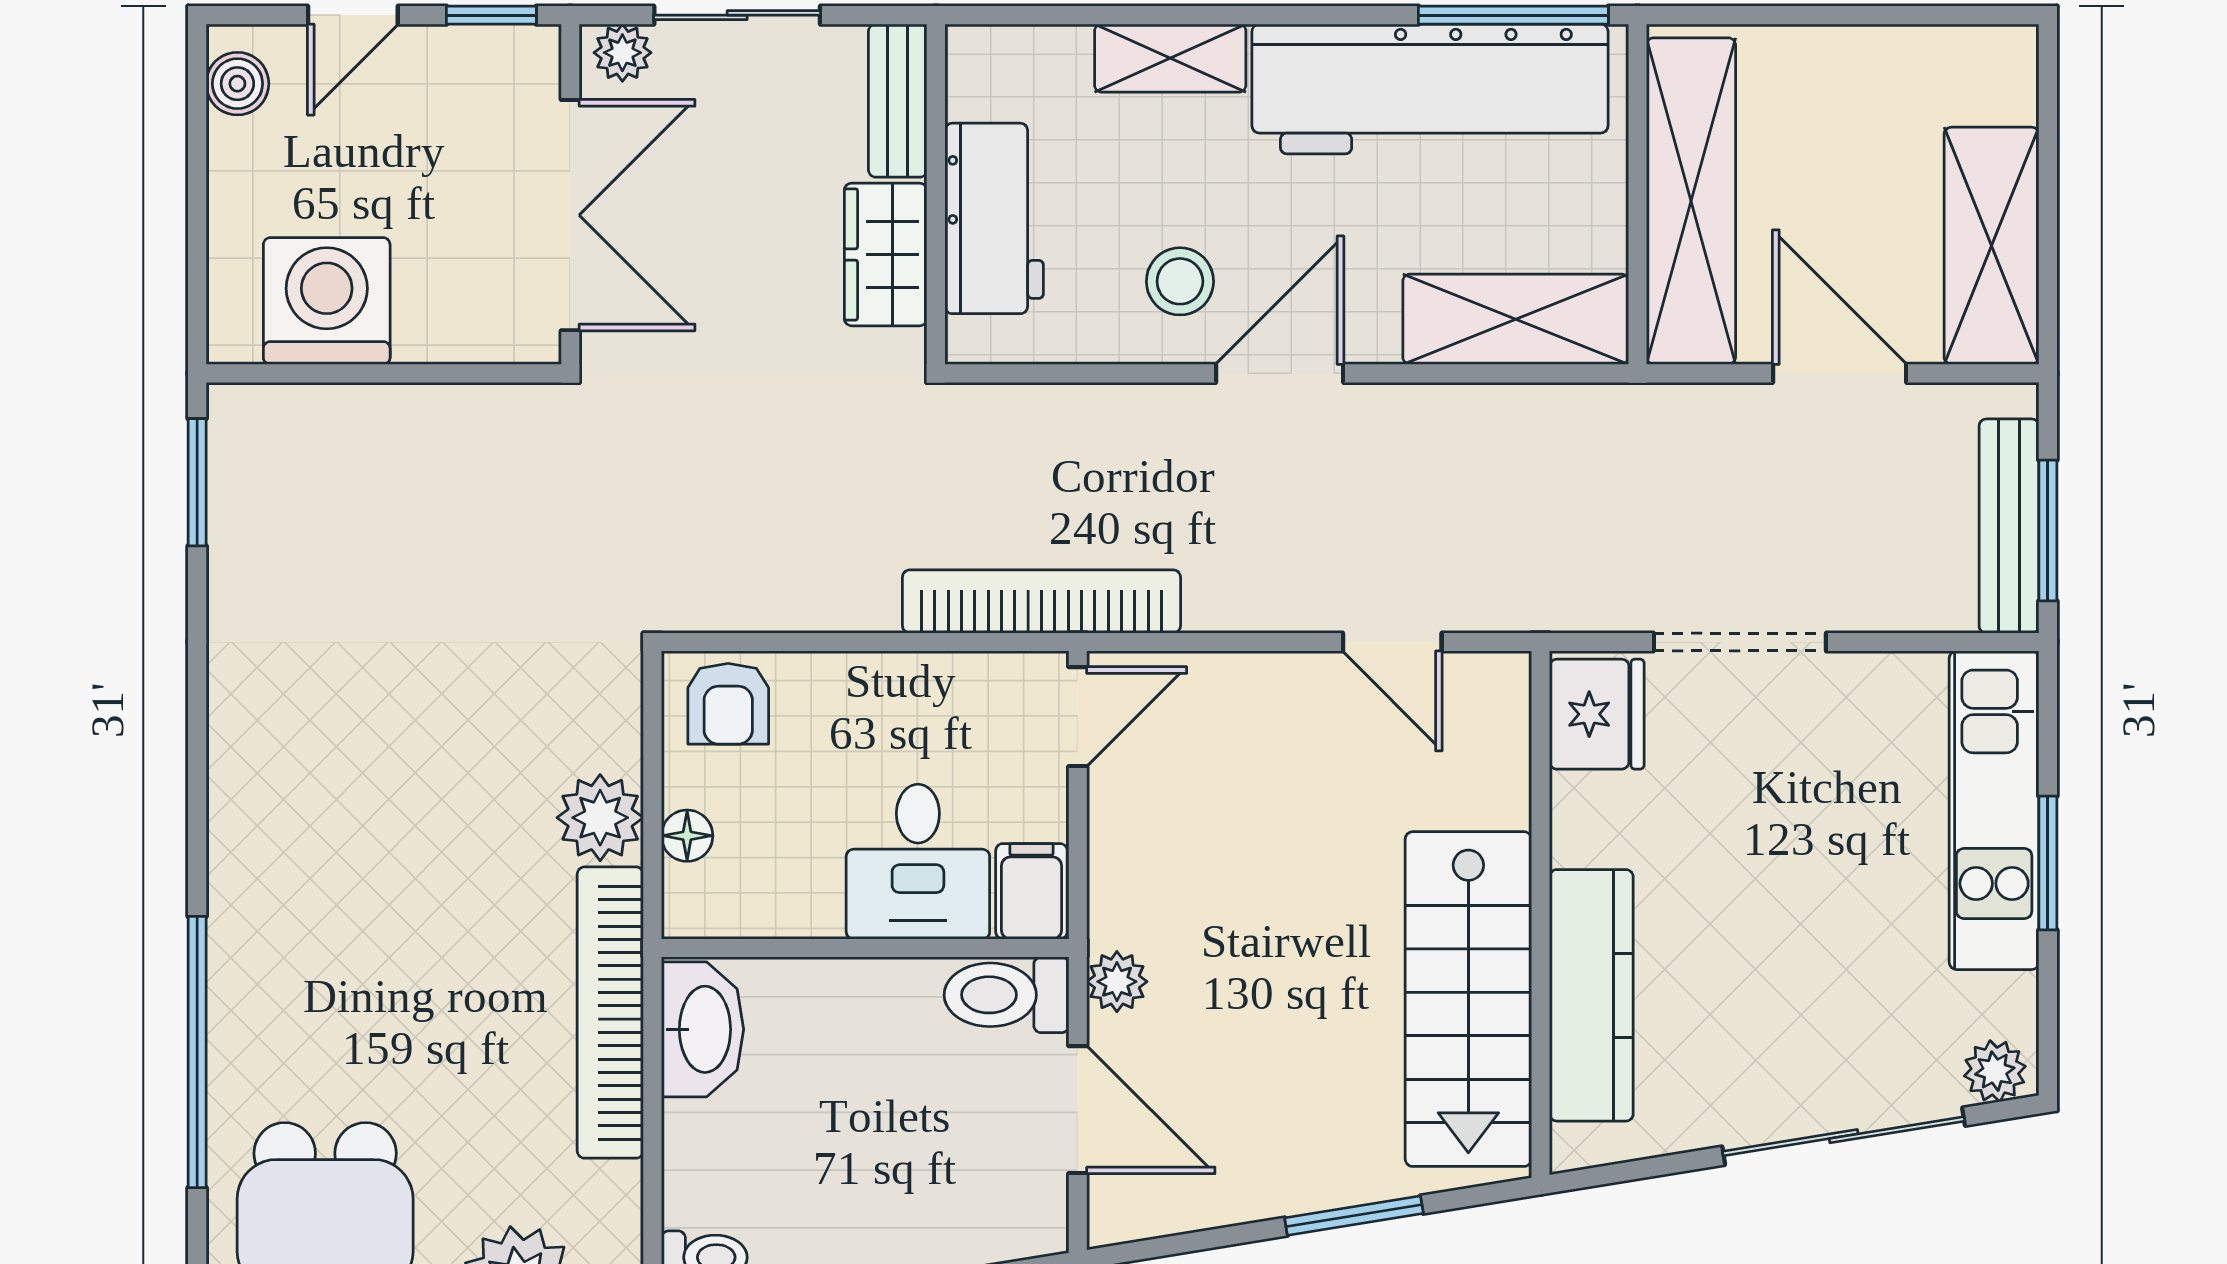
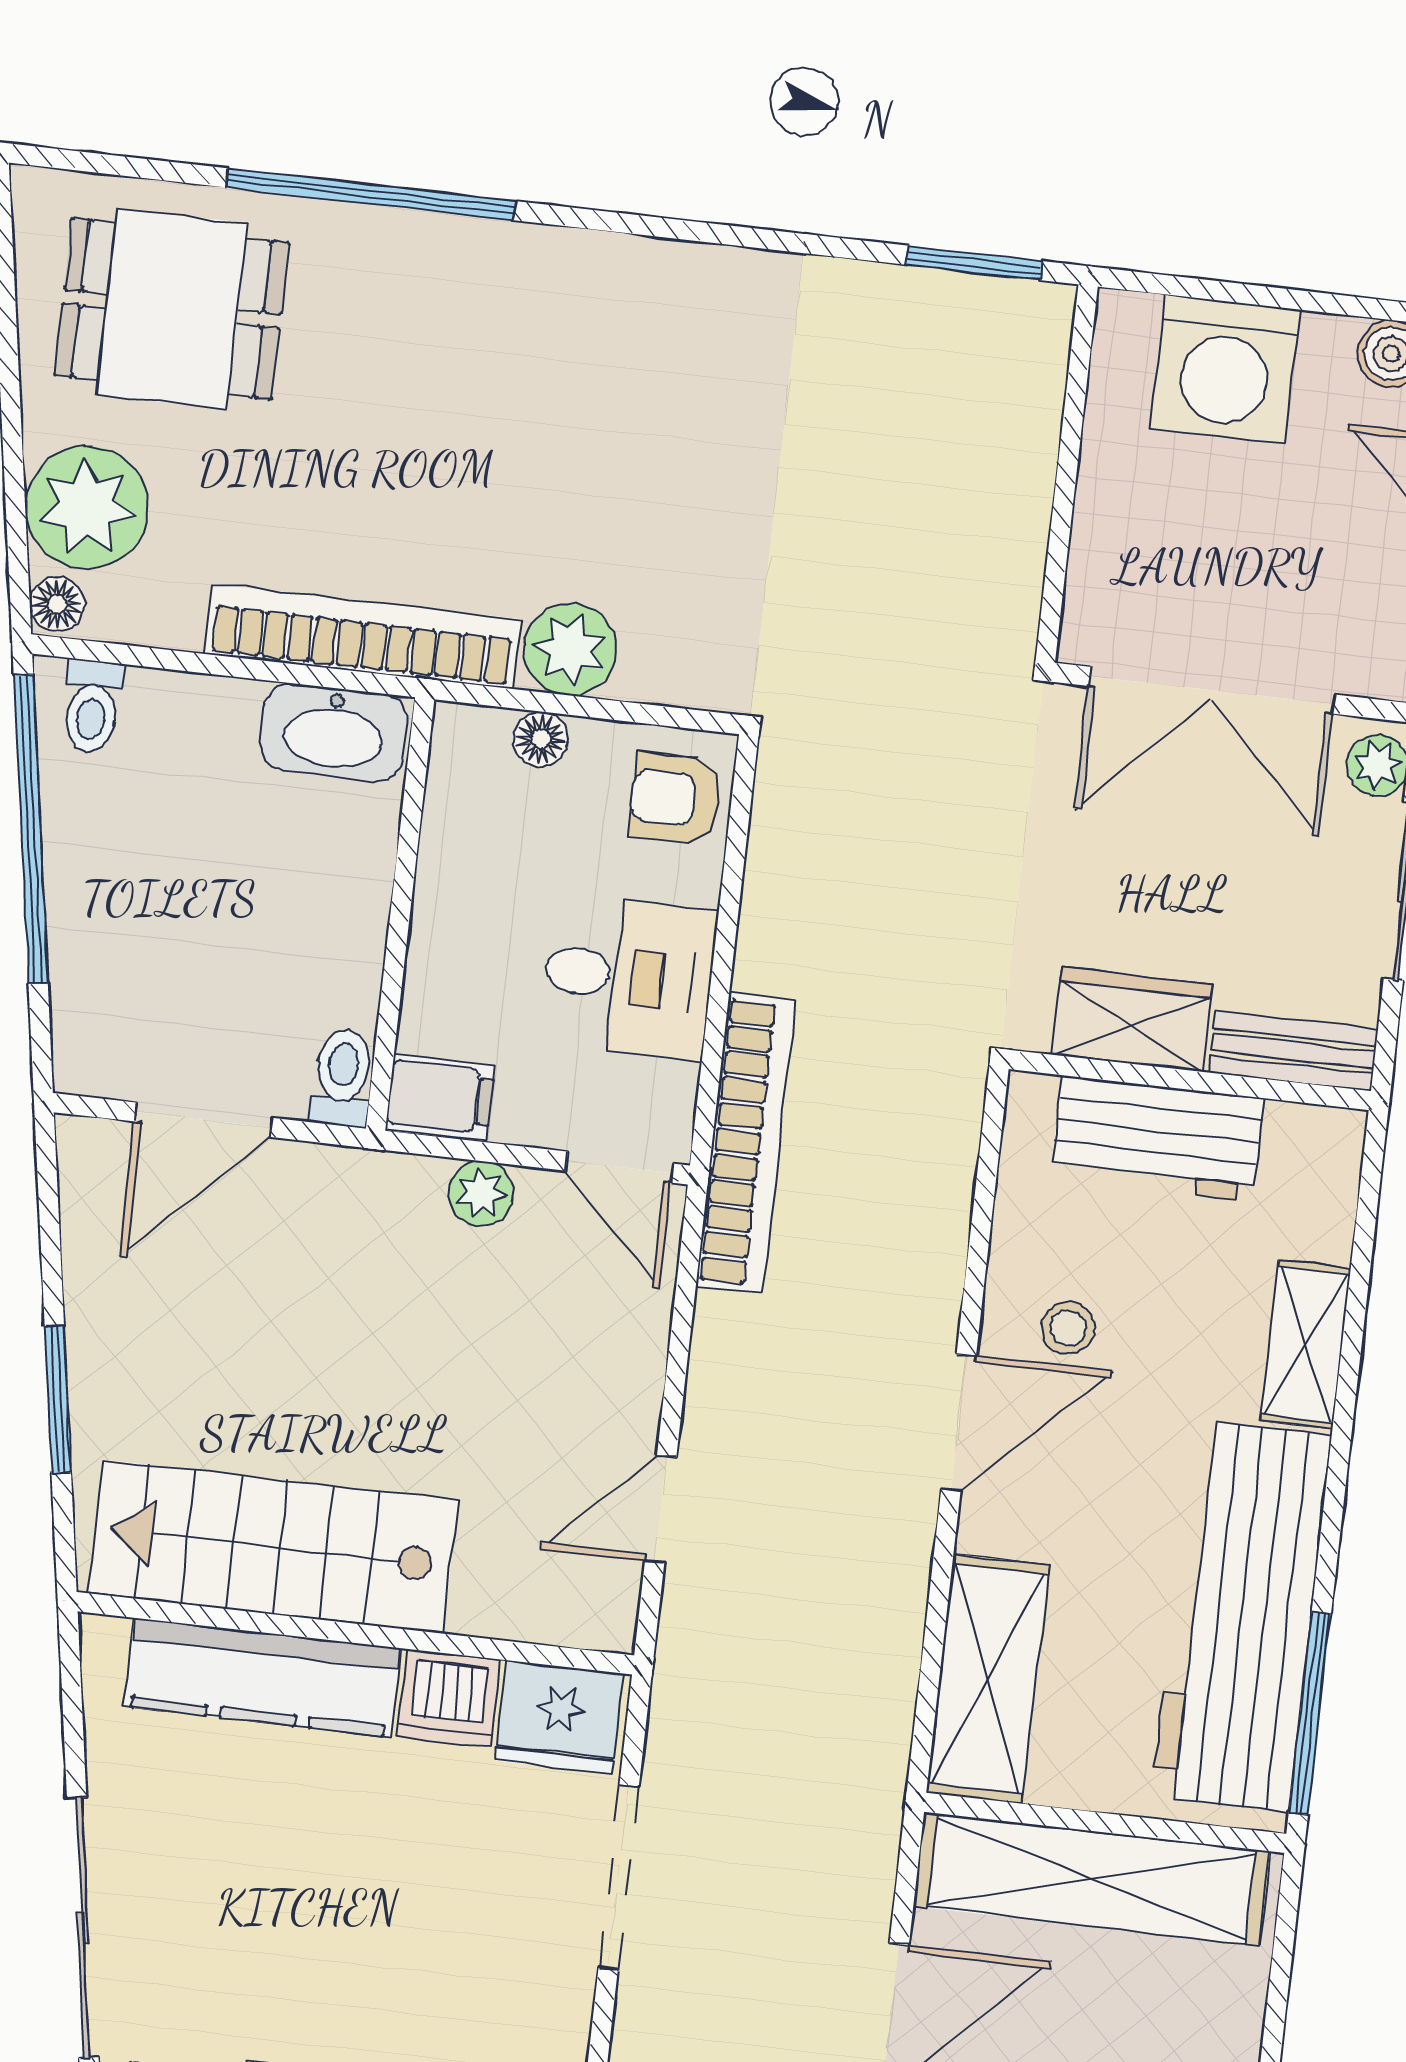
stool: (1180, 281) -> (1068, 1328), width x0.73, depth x0.73
washing machine: (327, 301) -> (1225, 369), moved, turned 90
door: (1280, 373) -> (959, 1422), hinge flipped
dishwasher: (1591, 819) -> (449, 1698), added
desk: (918, 862) -> (629, 977), moved, turned 180
plant: (1117, 982) -> (481, 1193), moved
toilet: (1006, 995) -> (342, 1078), width x0.73, depth x0.72

